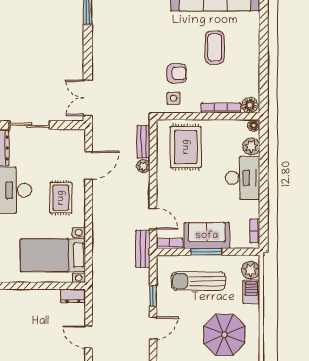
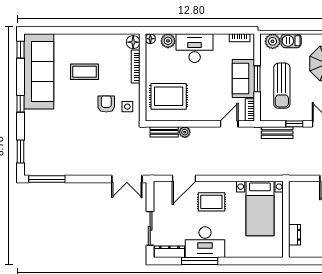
door: (89, 165) -> (184, 178), swing flipped
bench: (143, 249) -> (277, 133), moved
dresser: (73, 296) -> (294, 235), moved

